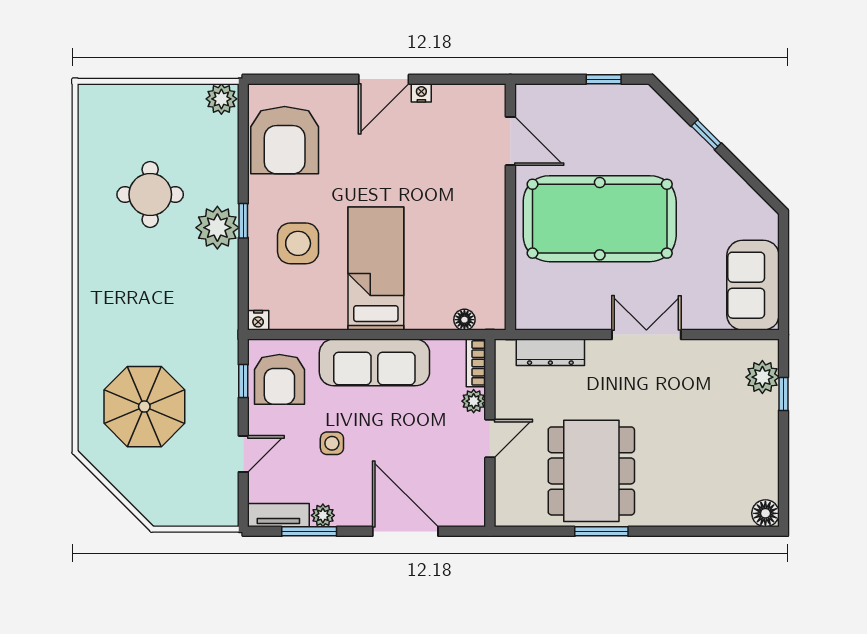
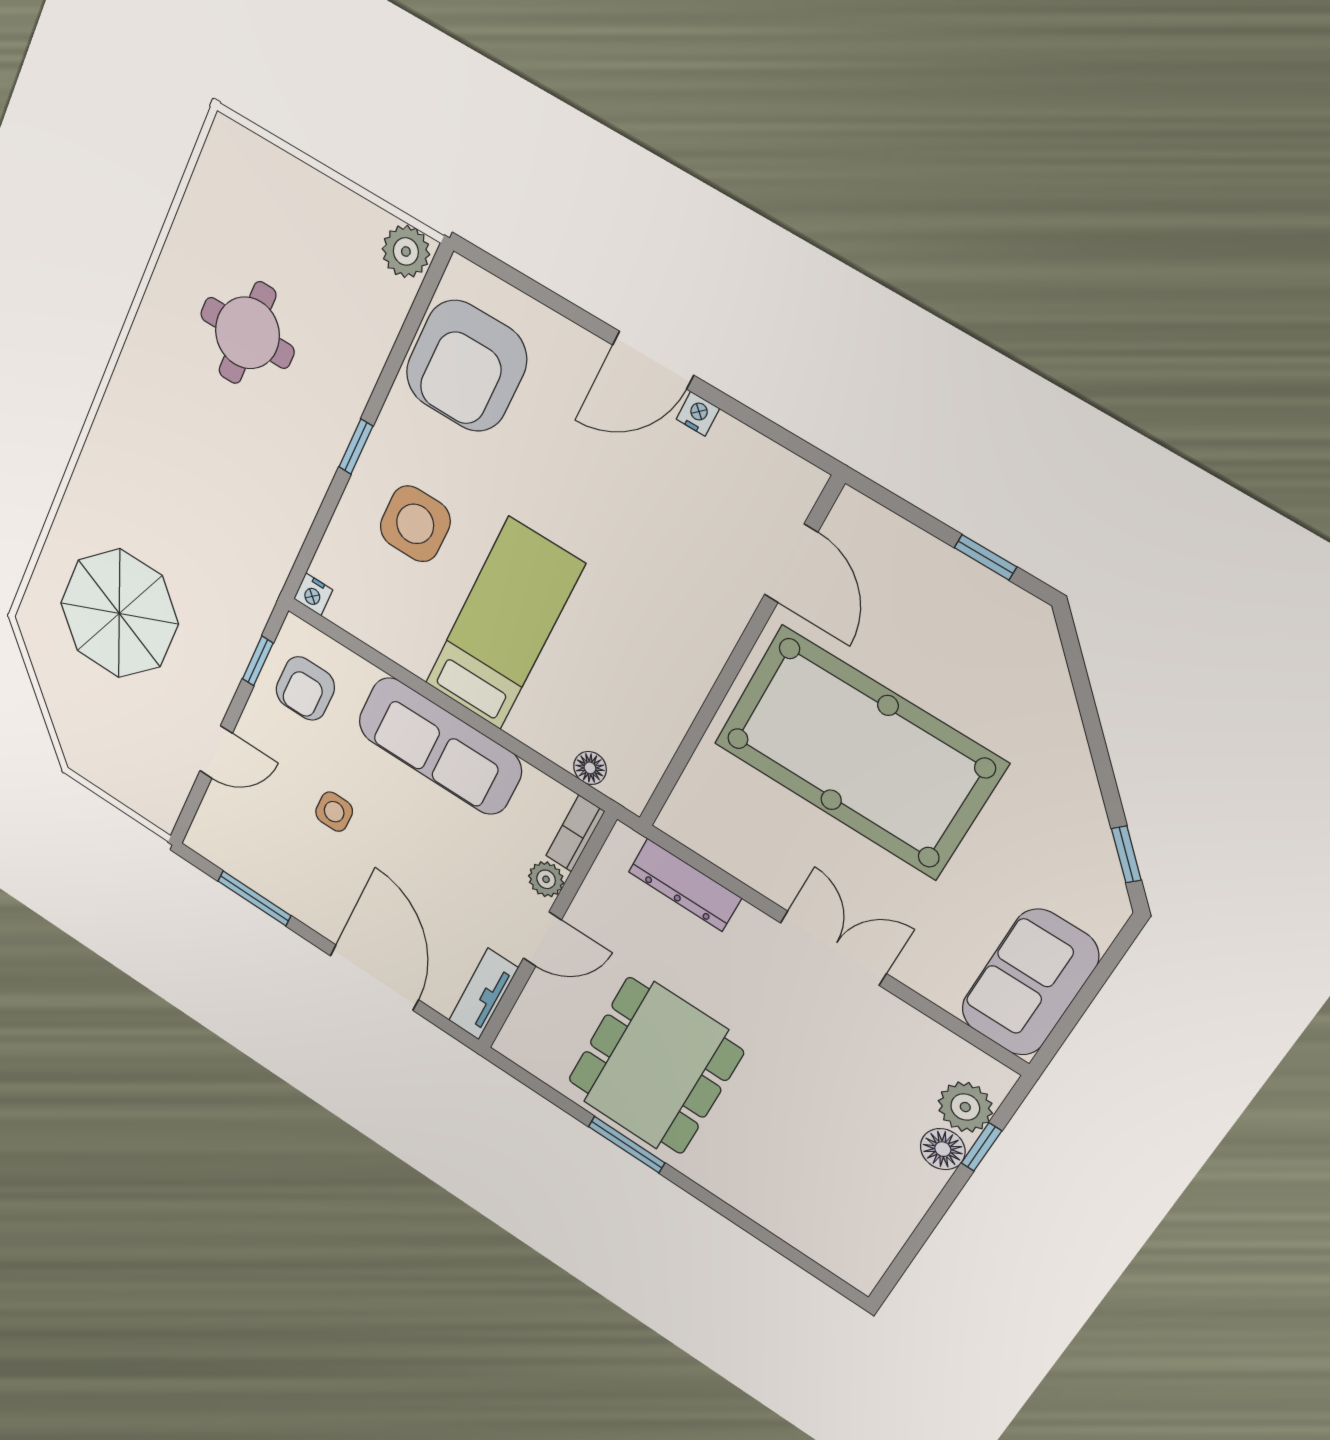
window: (706, 135) -> (1126, 854), moved
plant: (217, 228) -> (317, 435), removed
armchair: (279, 379) -> (305, 688), width x0.72, depth x0.72
floor lamp: (765, 513) -> (943, 1149), moved
tv unit: (278, 515) -> (483, 994), moved, turned -90
plant: (323, 515) -> (280, 891), removed

